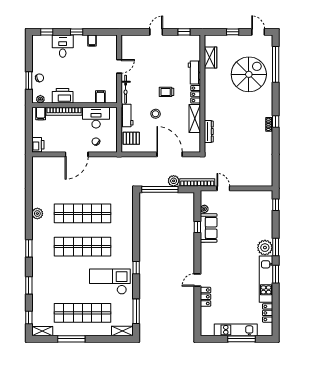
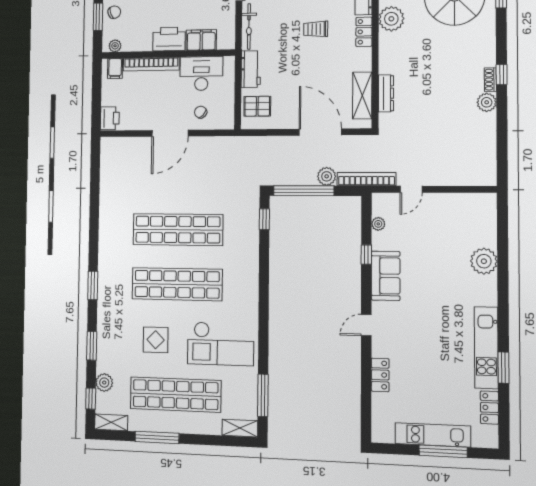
plant: (212, 87) -> (391, 19), added
printer: (63, 96) -> (169, 39), moved
filing cabinet: (100, 97) -> (201, 40), width x2.00
stool: (156, 114) -> (297, 65), removed
shelving: (195, 119) -> (362, 95), moved
plant: (267, 138) -> (487, 102), added
door: (223, 188) -> (411, 189), swing flipped
window: (276, 205) -> (503, 218), removed
plant: (37, 214) -> (104, 383), moved
sofa: (209, 228) -> (386, 276), moved
window: (276, 247) -> (503, 292), removed
plant: (265, 248) -> (484, 261), moved
window: (136, 268) -> (264, 219), moved
window: (276, 274) -> (504, 368), moved
display table: (70, 280) -> (156, 340), added
door: (197, 280) -> (366, 325), moved
checkout: (110, 282) -> (221, 344), turned 180

